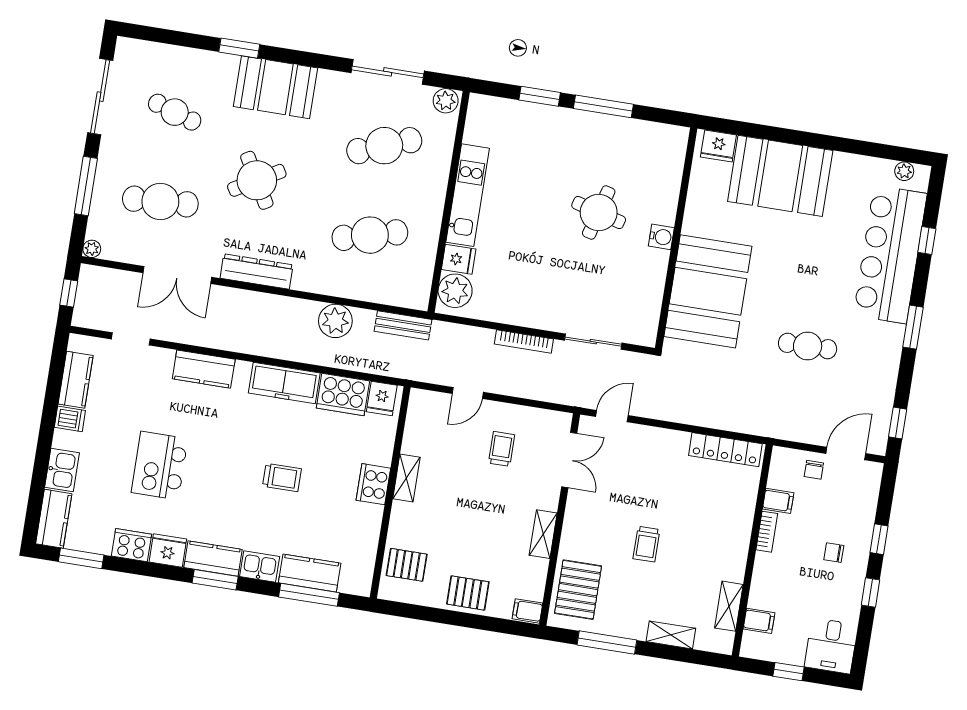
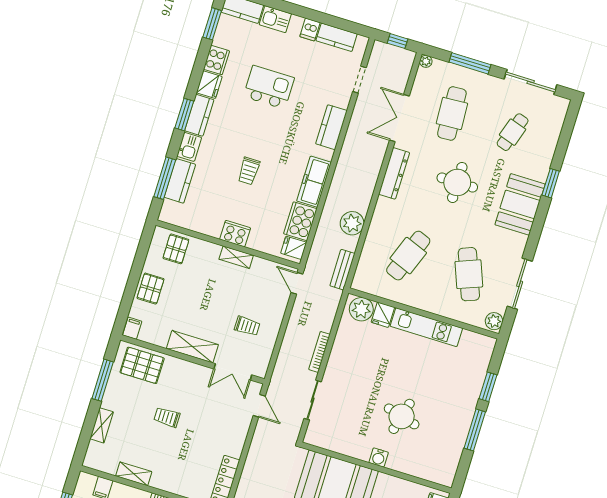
round table: (257, 180) -> (457, 182), turned 30
cafe table: (370, 235) -> (408, 256), turned 36
door: (468, 393) -> (297, 283), moved
shelving: (543, 534) -> (192, 347), width x1.50, depth x1.33
shelving: (729, 606) -> (134, 474), moved

